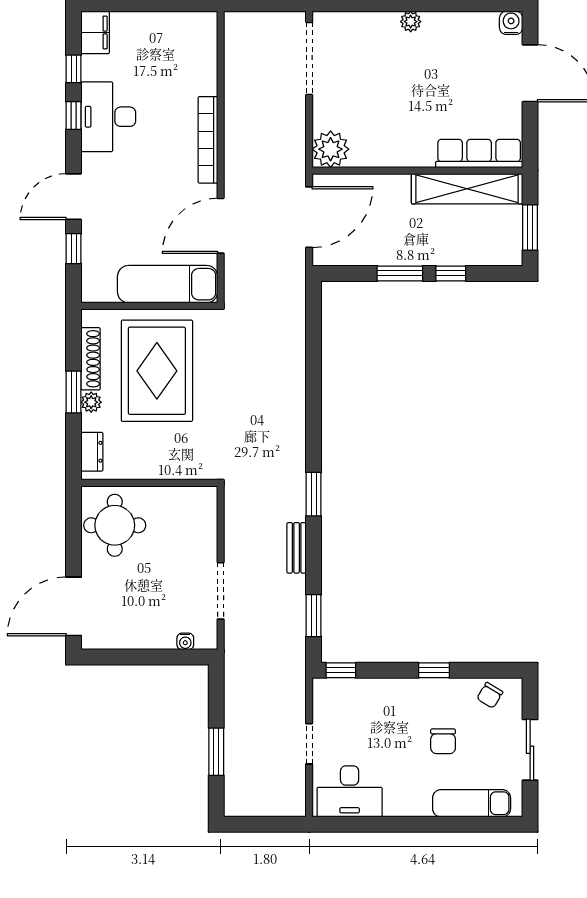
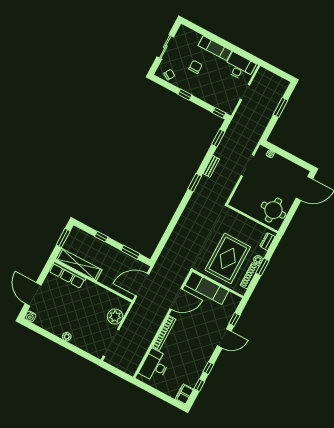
desk: (108, 117) -> (155, 366), moved, turned 180
plant: (331, 149) -> (115, 317), moved
window: (400, 273) -> (130, 252), moved
exam couch: (472, 803) -> (215, 48), moved

